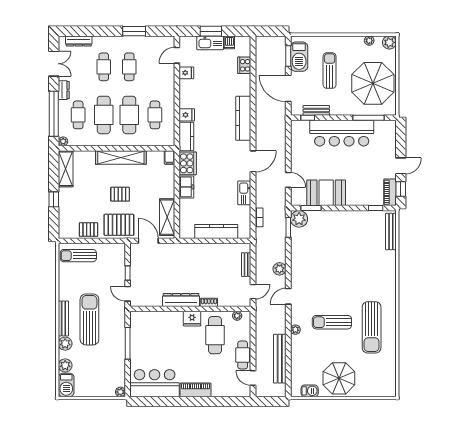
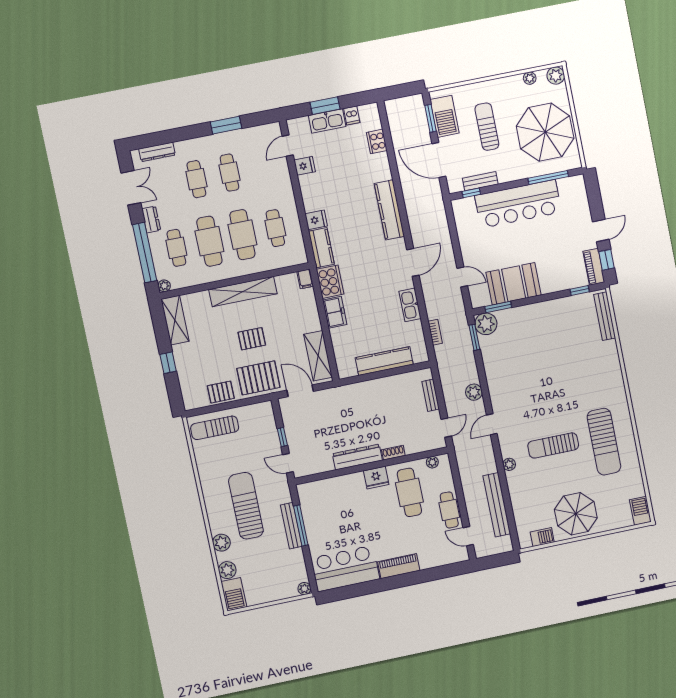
bench: (63, 318) -> (291, 526), moved
barbecue: (389, 386) -> (640, 511), added

